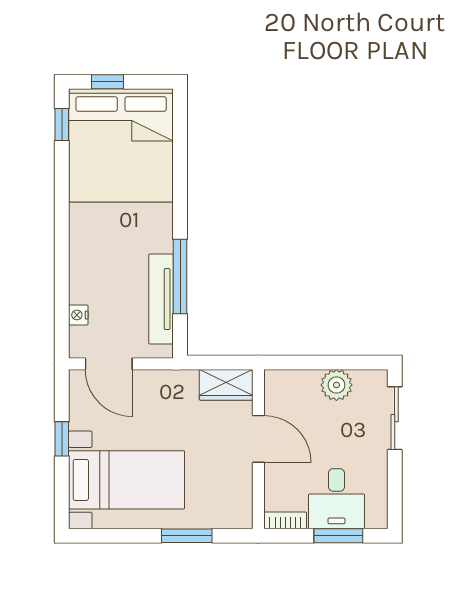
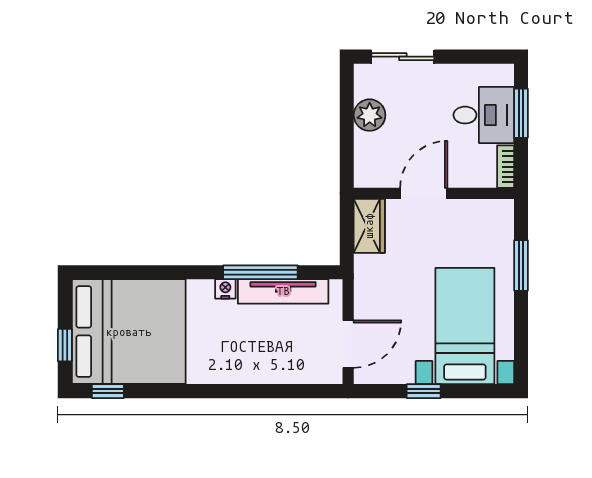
nightstand: (78, 315) -> (225, 289), moved, turned 180

